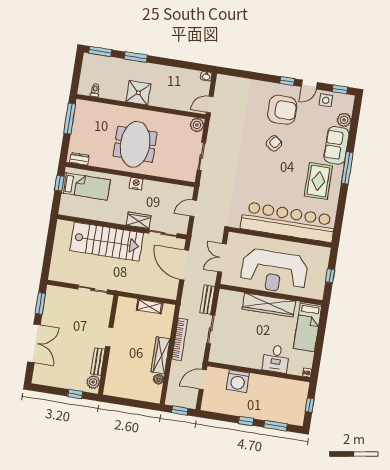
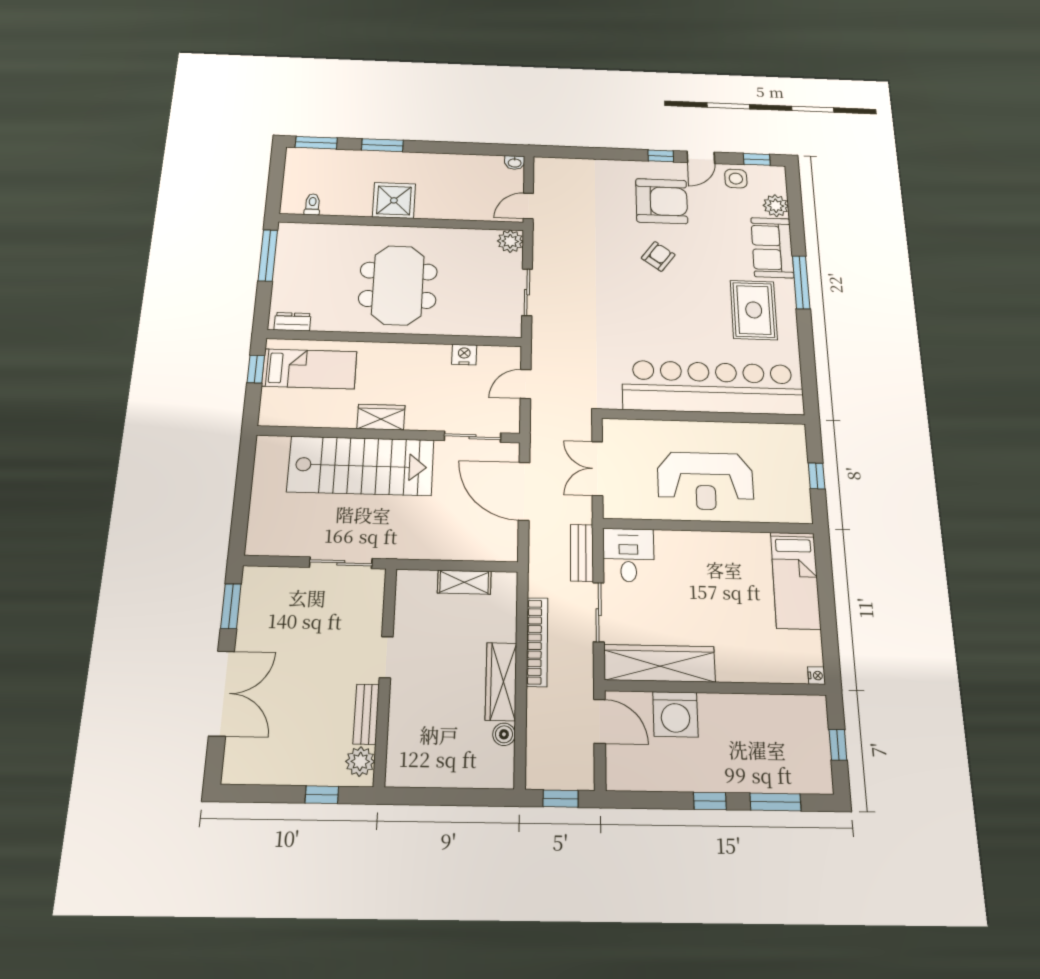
nightstand: (136, 184) -> (464, 355), moved
wardrobe: (139, 220) -> (381, 417), moved
reception desk: (274, 271) -> (705, 481), width x0.74, depth x0.77
wardrobe: (269, 305) -> (660, 663), moved, turned 180
desk: (276, 359) -> (628, 555), moved, turned 180
door: (203, 379) -> (600, 721), swing flipped

